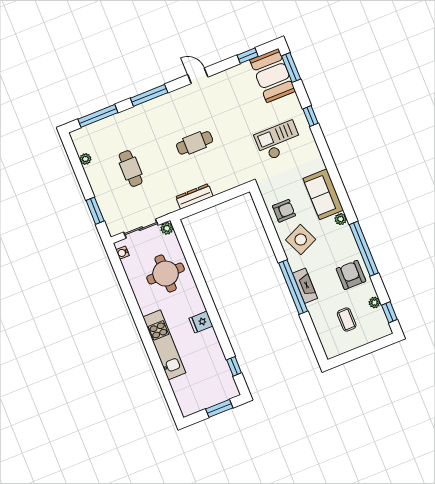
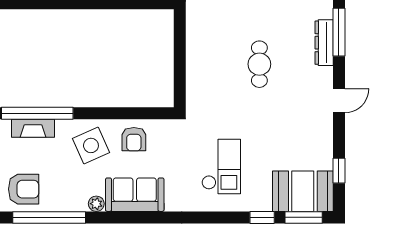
window: (311, 116) -> (262, 217), moved
dresser: (194, 196) -> (324, 43), moved, turned 180

